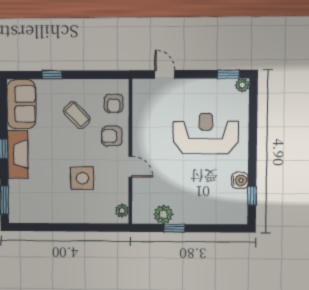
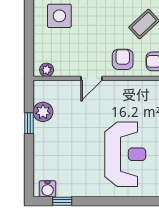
side table: (82, 178) -> (59, 16), moved
water cooler: (240, 180) -> (48, 189), moved

